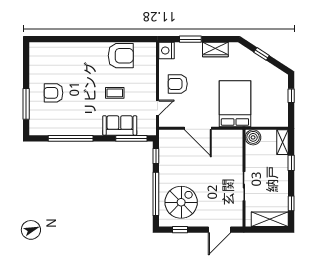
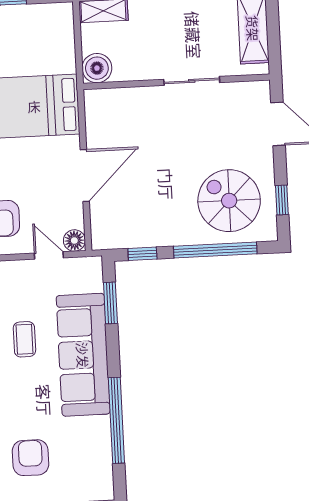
armchair: (53, 93) -> (30, 458), turned 180
floor lamp: (165, 121) -> (74, 241), added
sofa: (120, 125) -> (83, 355), width x1.85, depth x1.27
window: (131, 138) -> (110, 303), width x0.69

